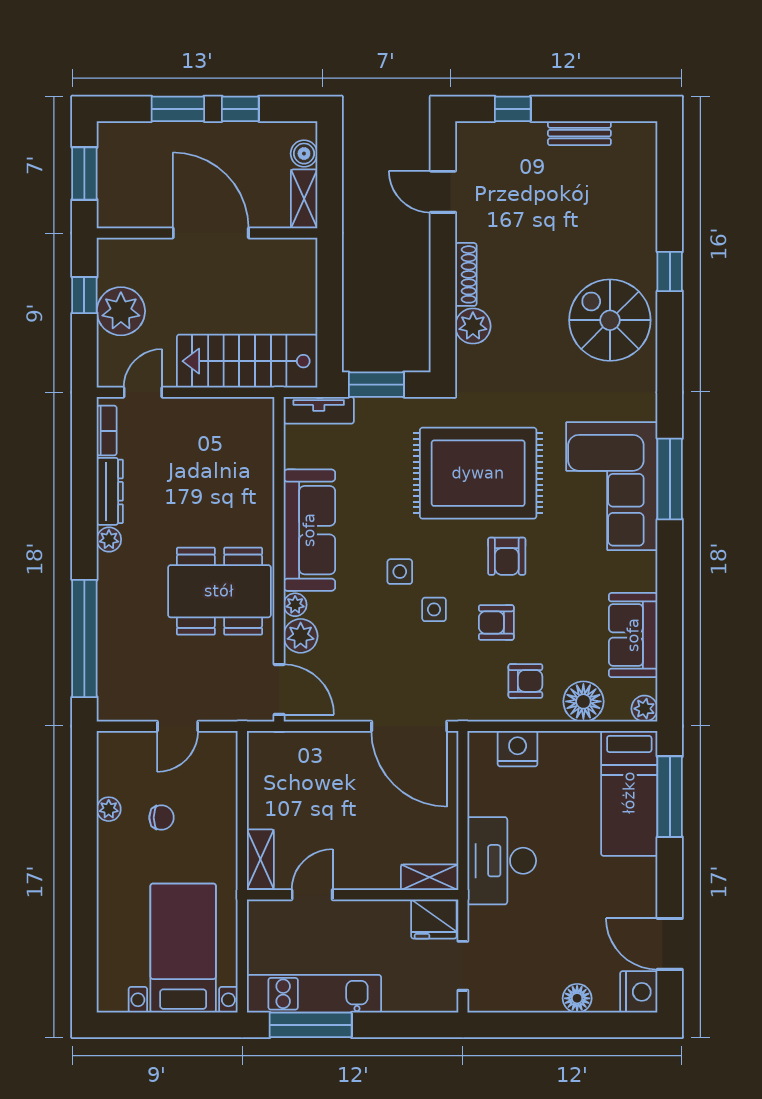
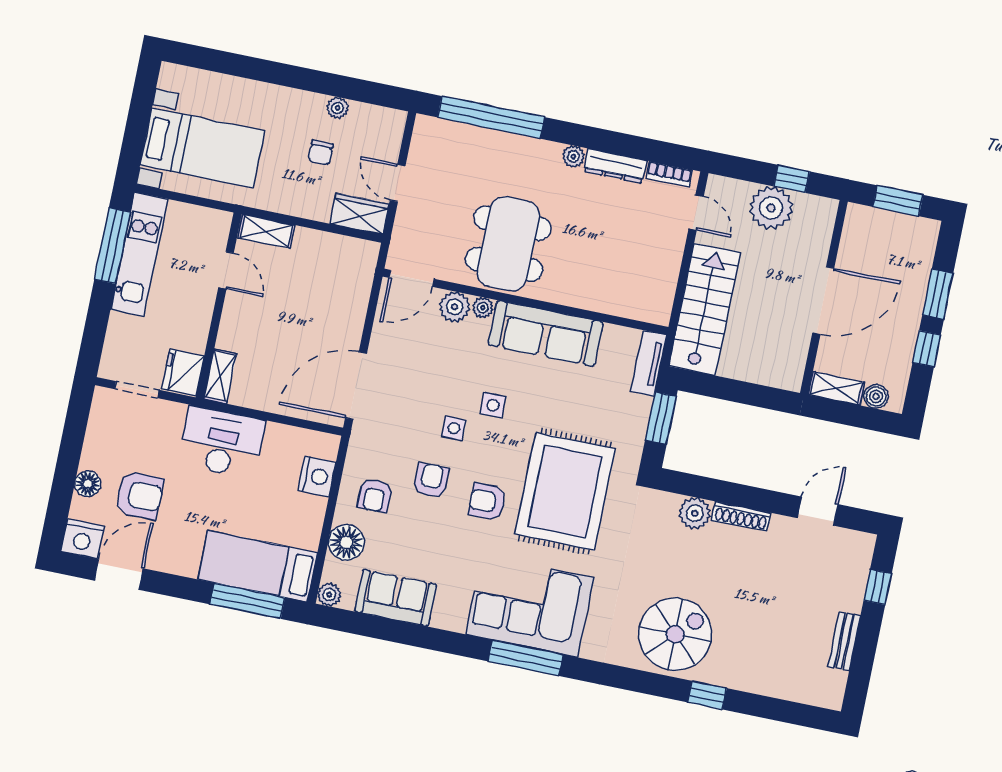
wardrobe: (220, 761) -> (359, 214), added
armchair: (578, 939) -> (139, 495), added

